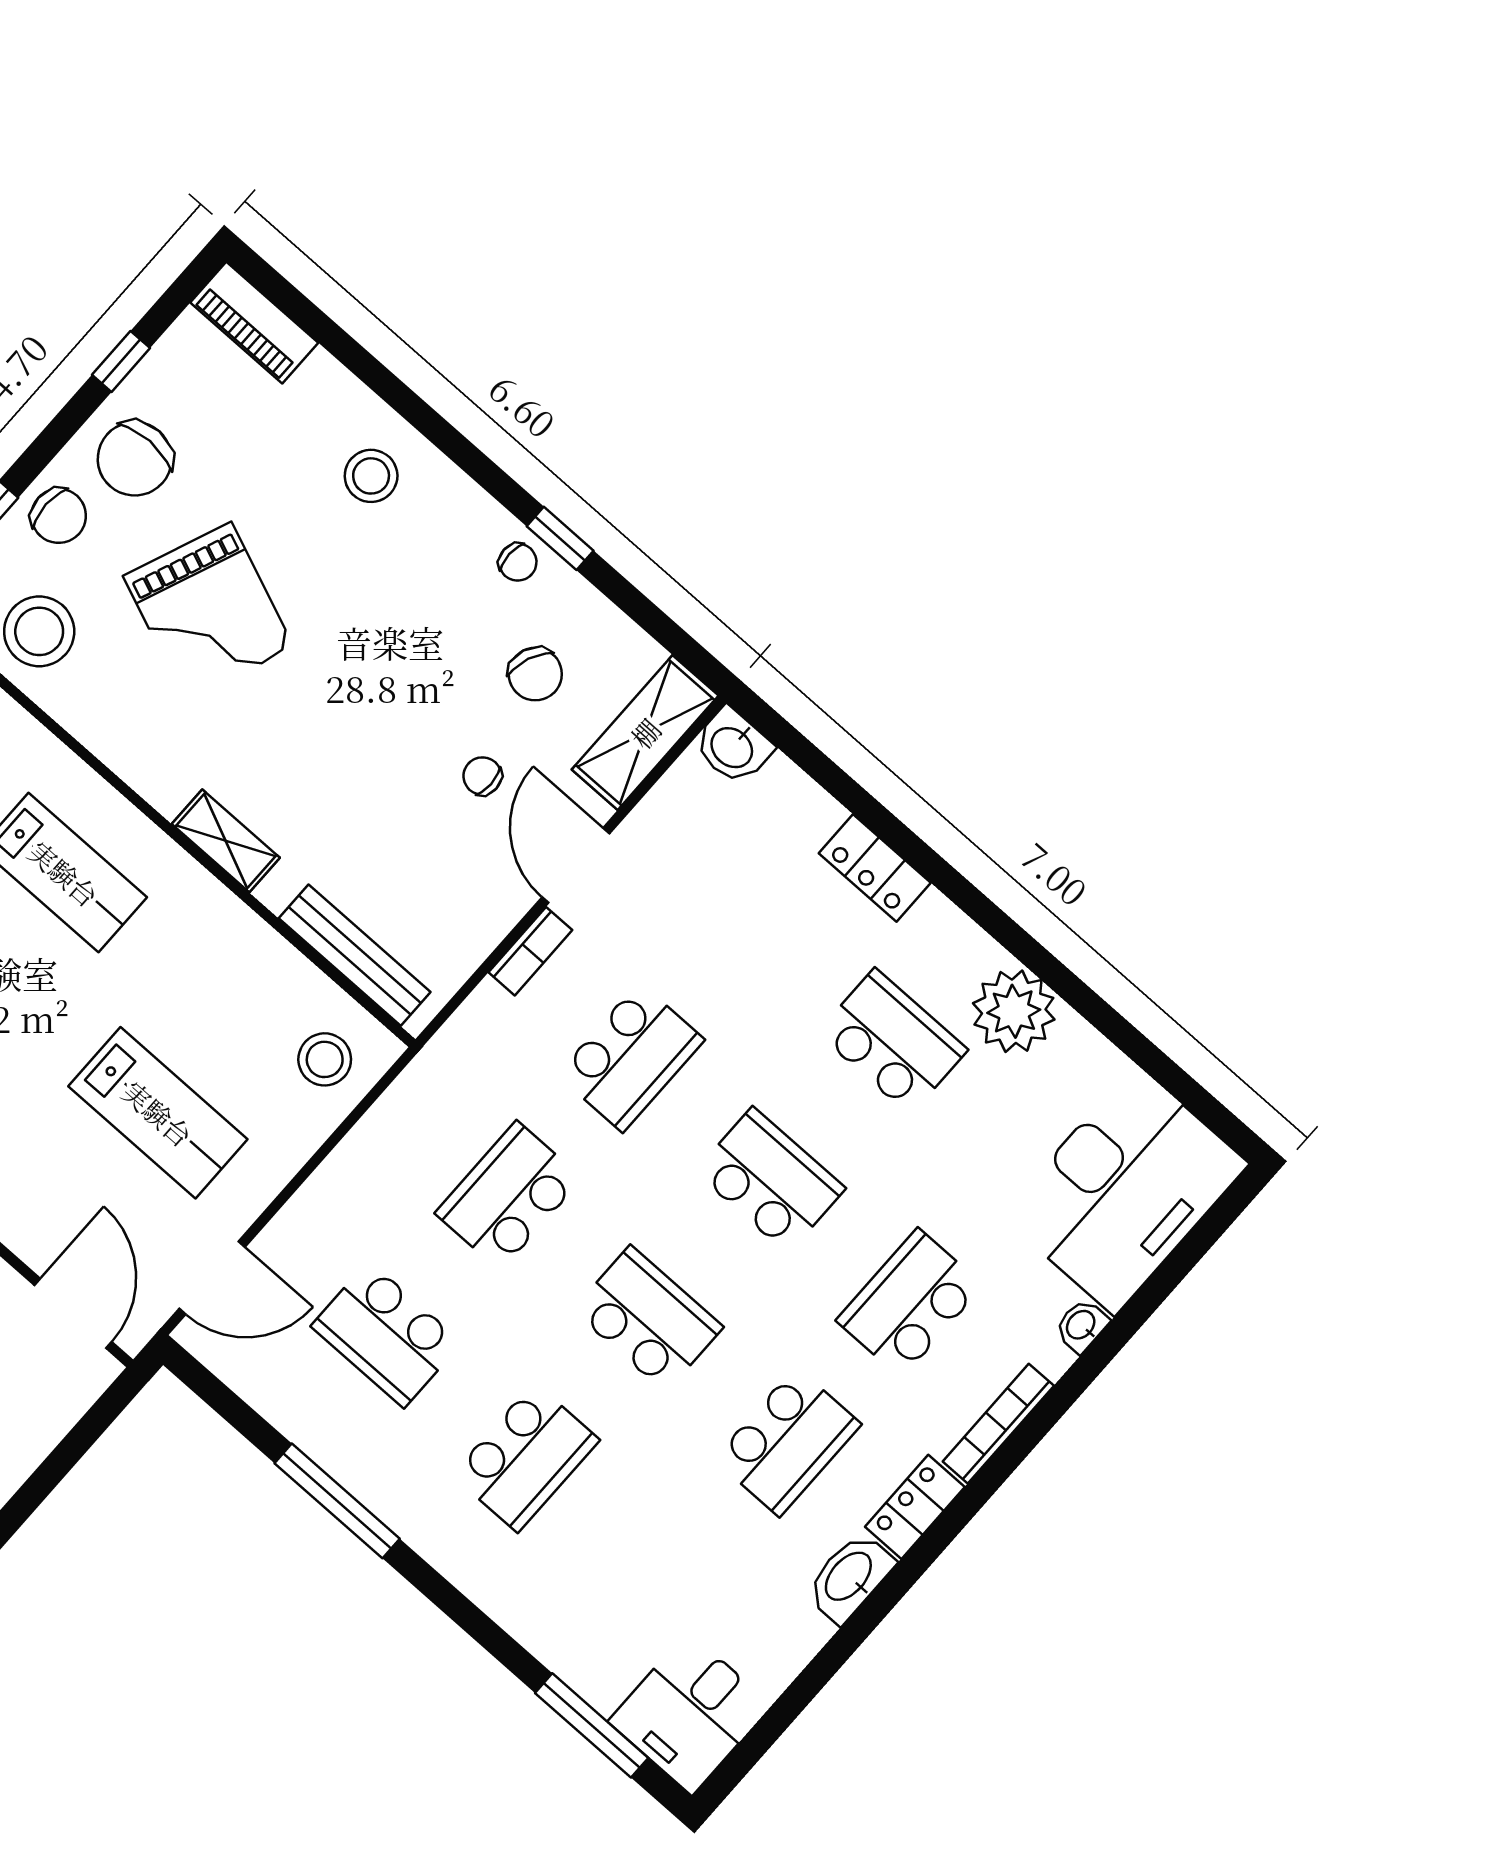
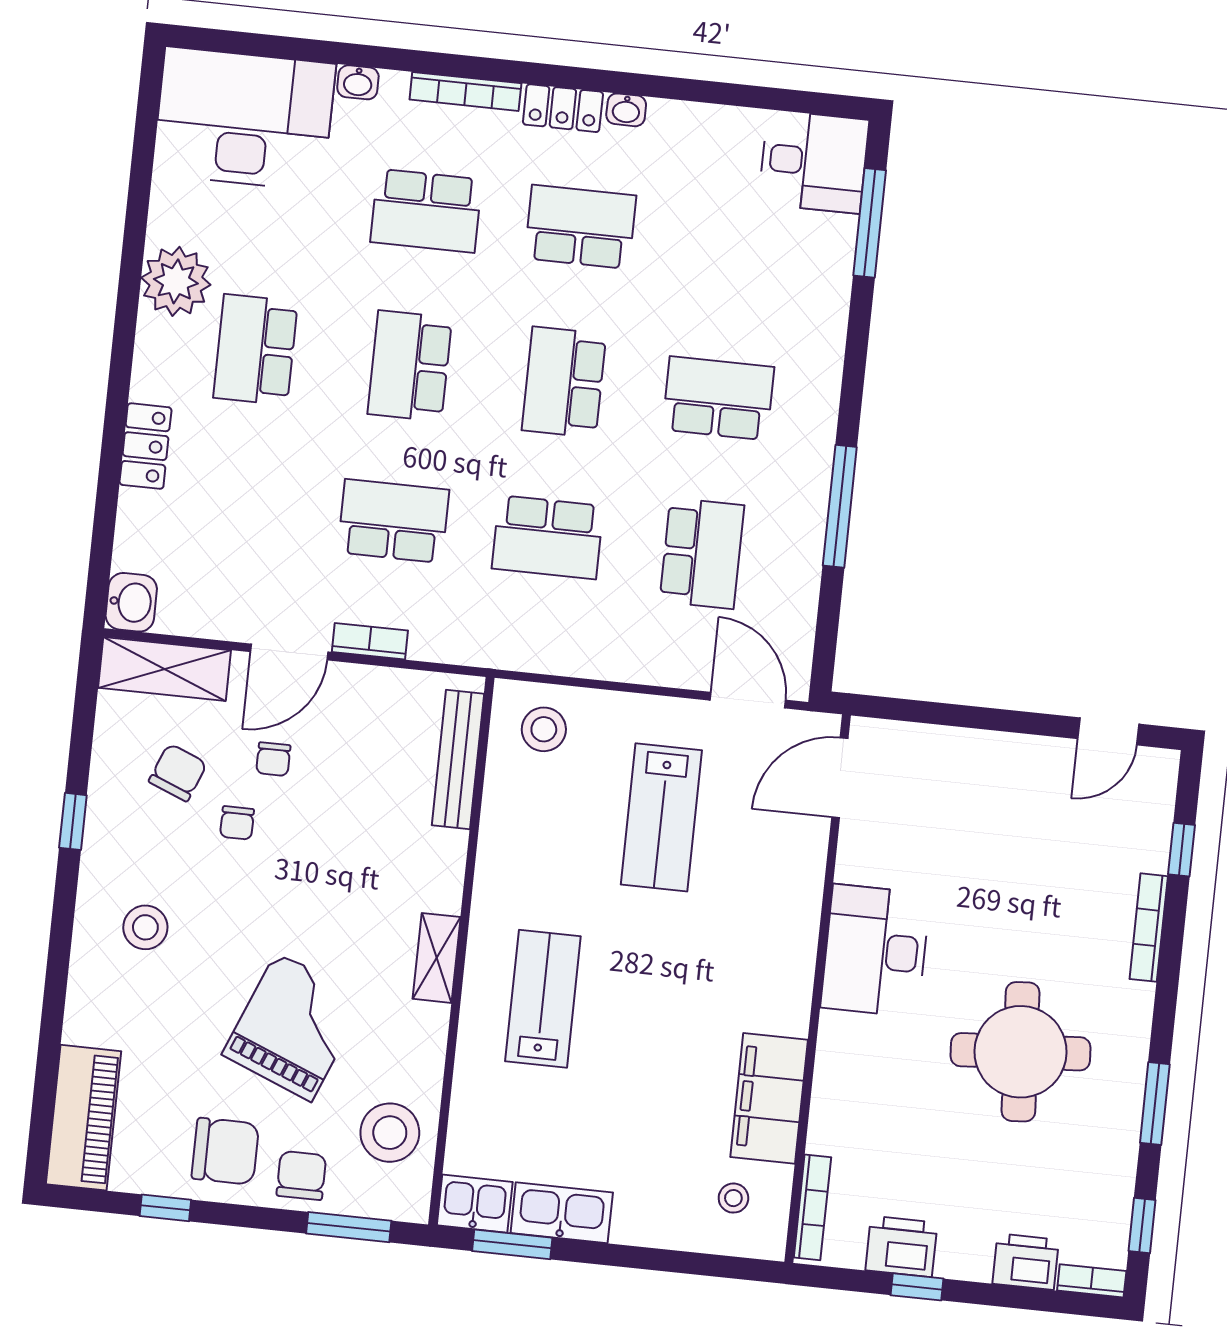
piano: (254, 323) -> (83, 1118), width x1.37, depth x1.33
stool: (371, 476) -> (145, 927), moved
chair: (518, 562) -> (237, 823), moved, turned 180
shelving: (226, 841) -> (437, 958), moved
lab bench: (158, 1113) -> (661, 817), turned 180
washbasin: (850, 1577) -> (626, 110), width x0.52, depth x0.69

